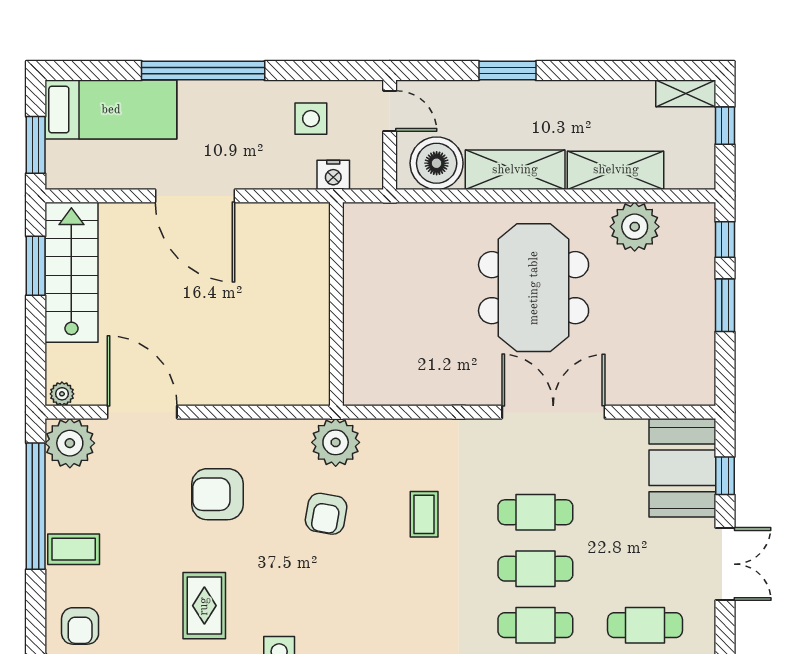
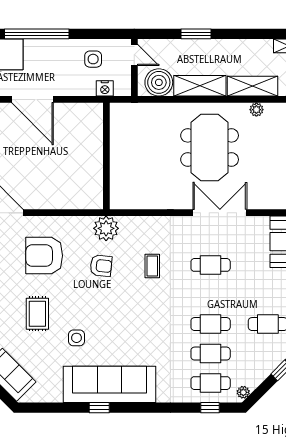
plant: (635, 227) -> (256, 110), width x0.53, depth x0.53
armchair: (217, 494) -> (44, 256), width x1.36, depth x1.36
armchair: (326, 514) -> (101, 266), turned -94
cafe table: (535, 569) -> (211, 294), removed

